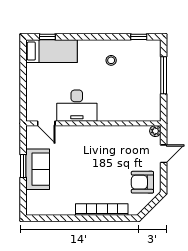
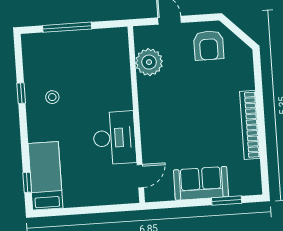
window: (139, 37) -> (21, 93), moved
plant: (155, 131) -> (149, 62), moved, width x1.87, depth x1.87
window: (23, 166) -> (227, 201), moved
bookcase: (102, 209) -> (250, 125), moved

